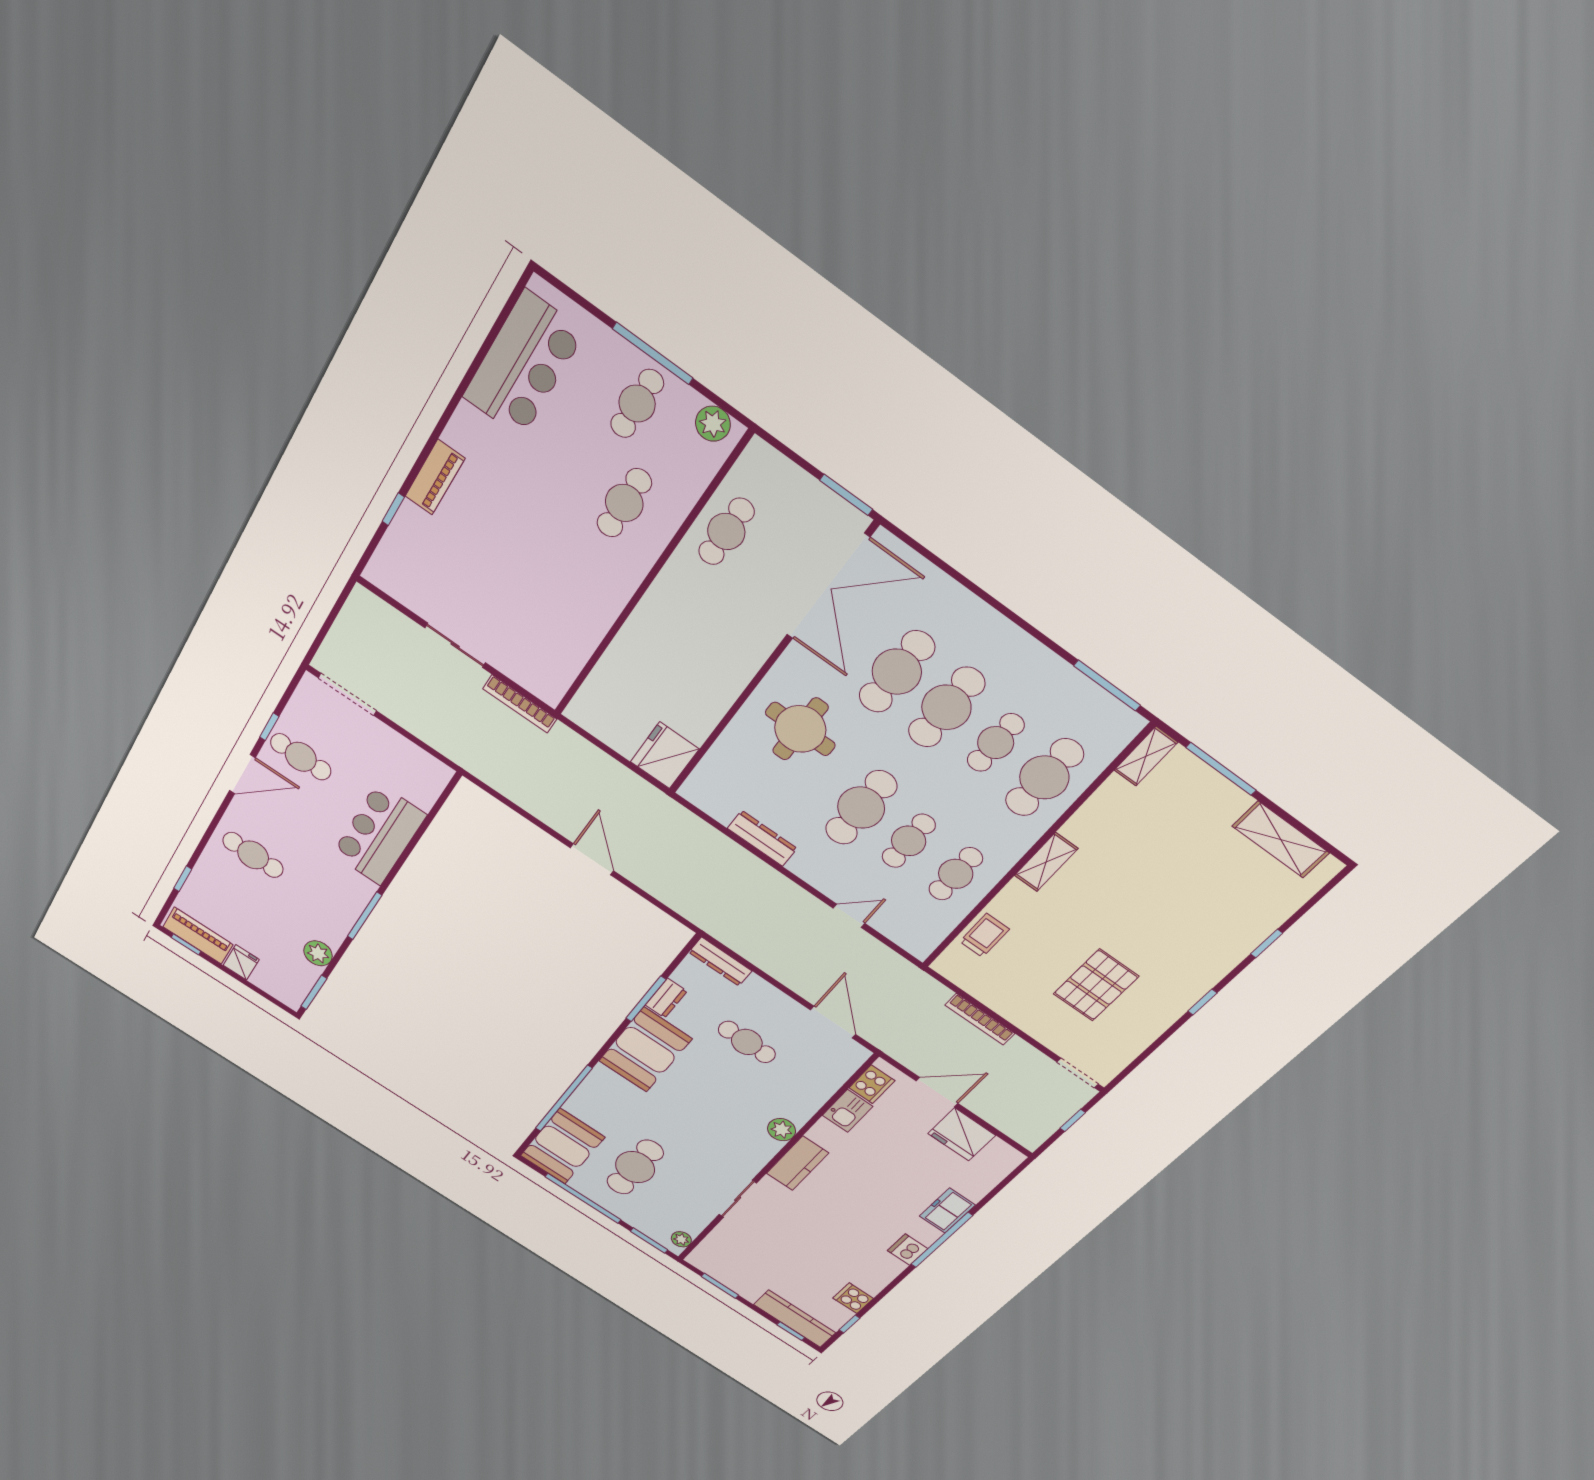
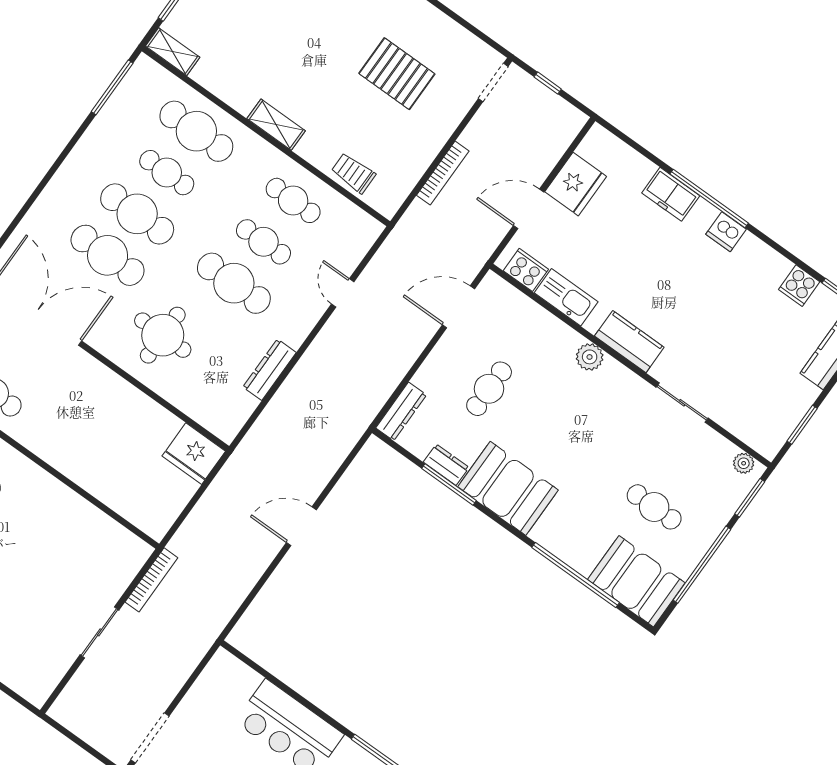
door: (937, 1092) -> (529, 209), hinge flipped
kitchen sink: (848, 1111) -> (566, 297), width x1.38
cafe table: (635, 1167) -> (654, 507), width x0.73, depth x0.74

